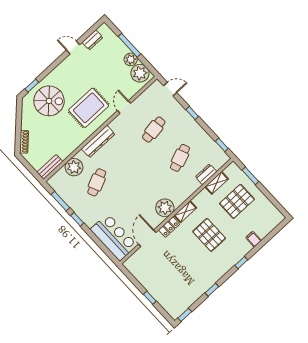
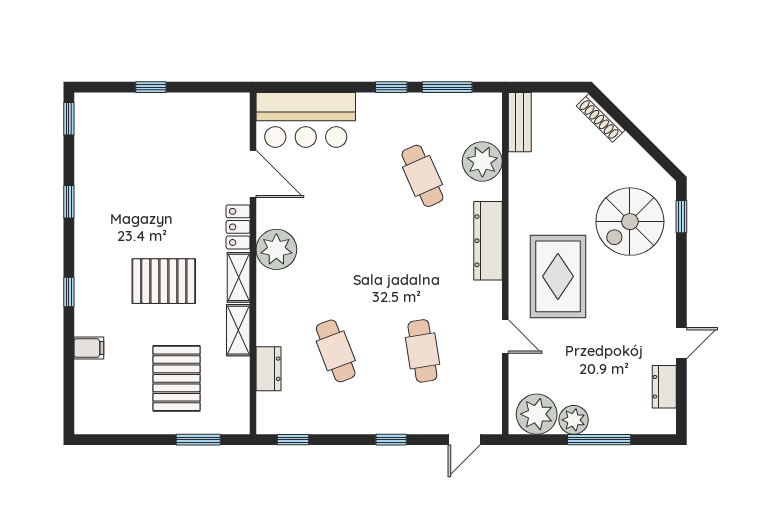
shelving: (217, 183) -> (238, 330), moved

